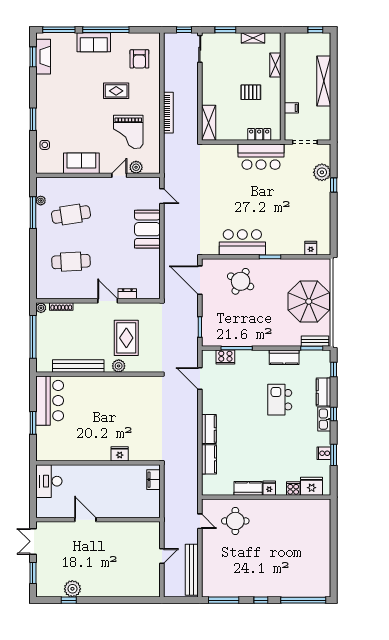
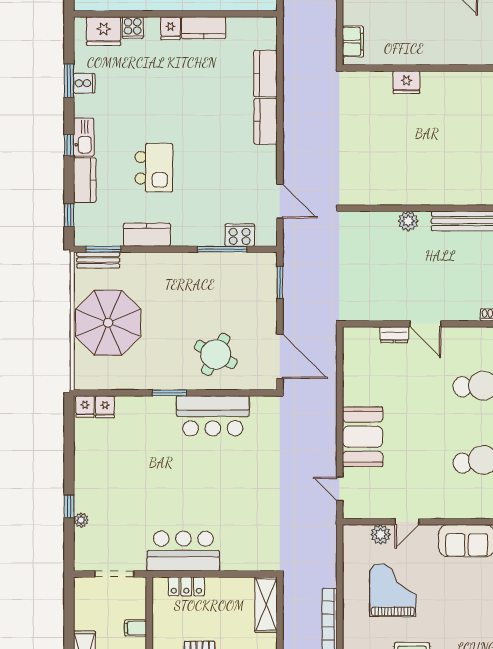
plant: (322, 172) -> (81, 520), width x0.53, depth x0.53
fridge: (323, 248) -> (85, 407), added
rug: (126, 338) -> (396, 265), removed

